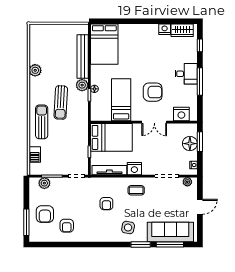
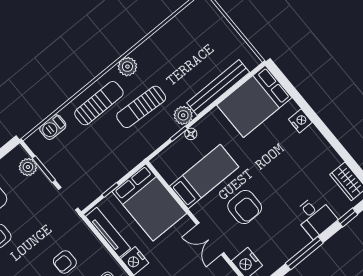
nightstand: (165, 29) -> (300, 121), moved
plant: (35, 70) -> (127, 67), moved
desk: (186, 74) -> (315, 217), moved

